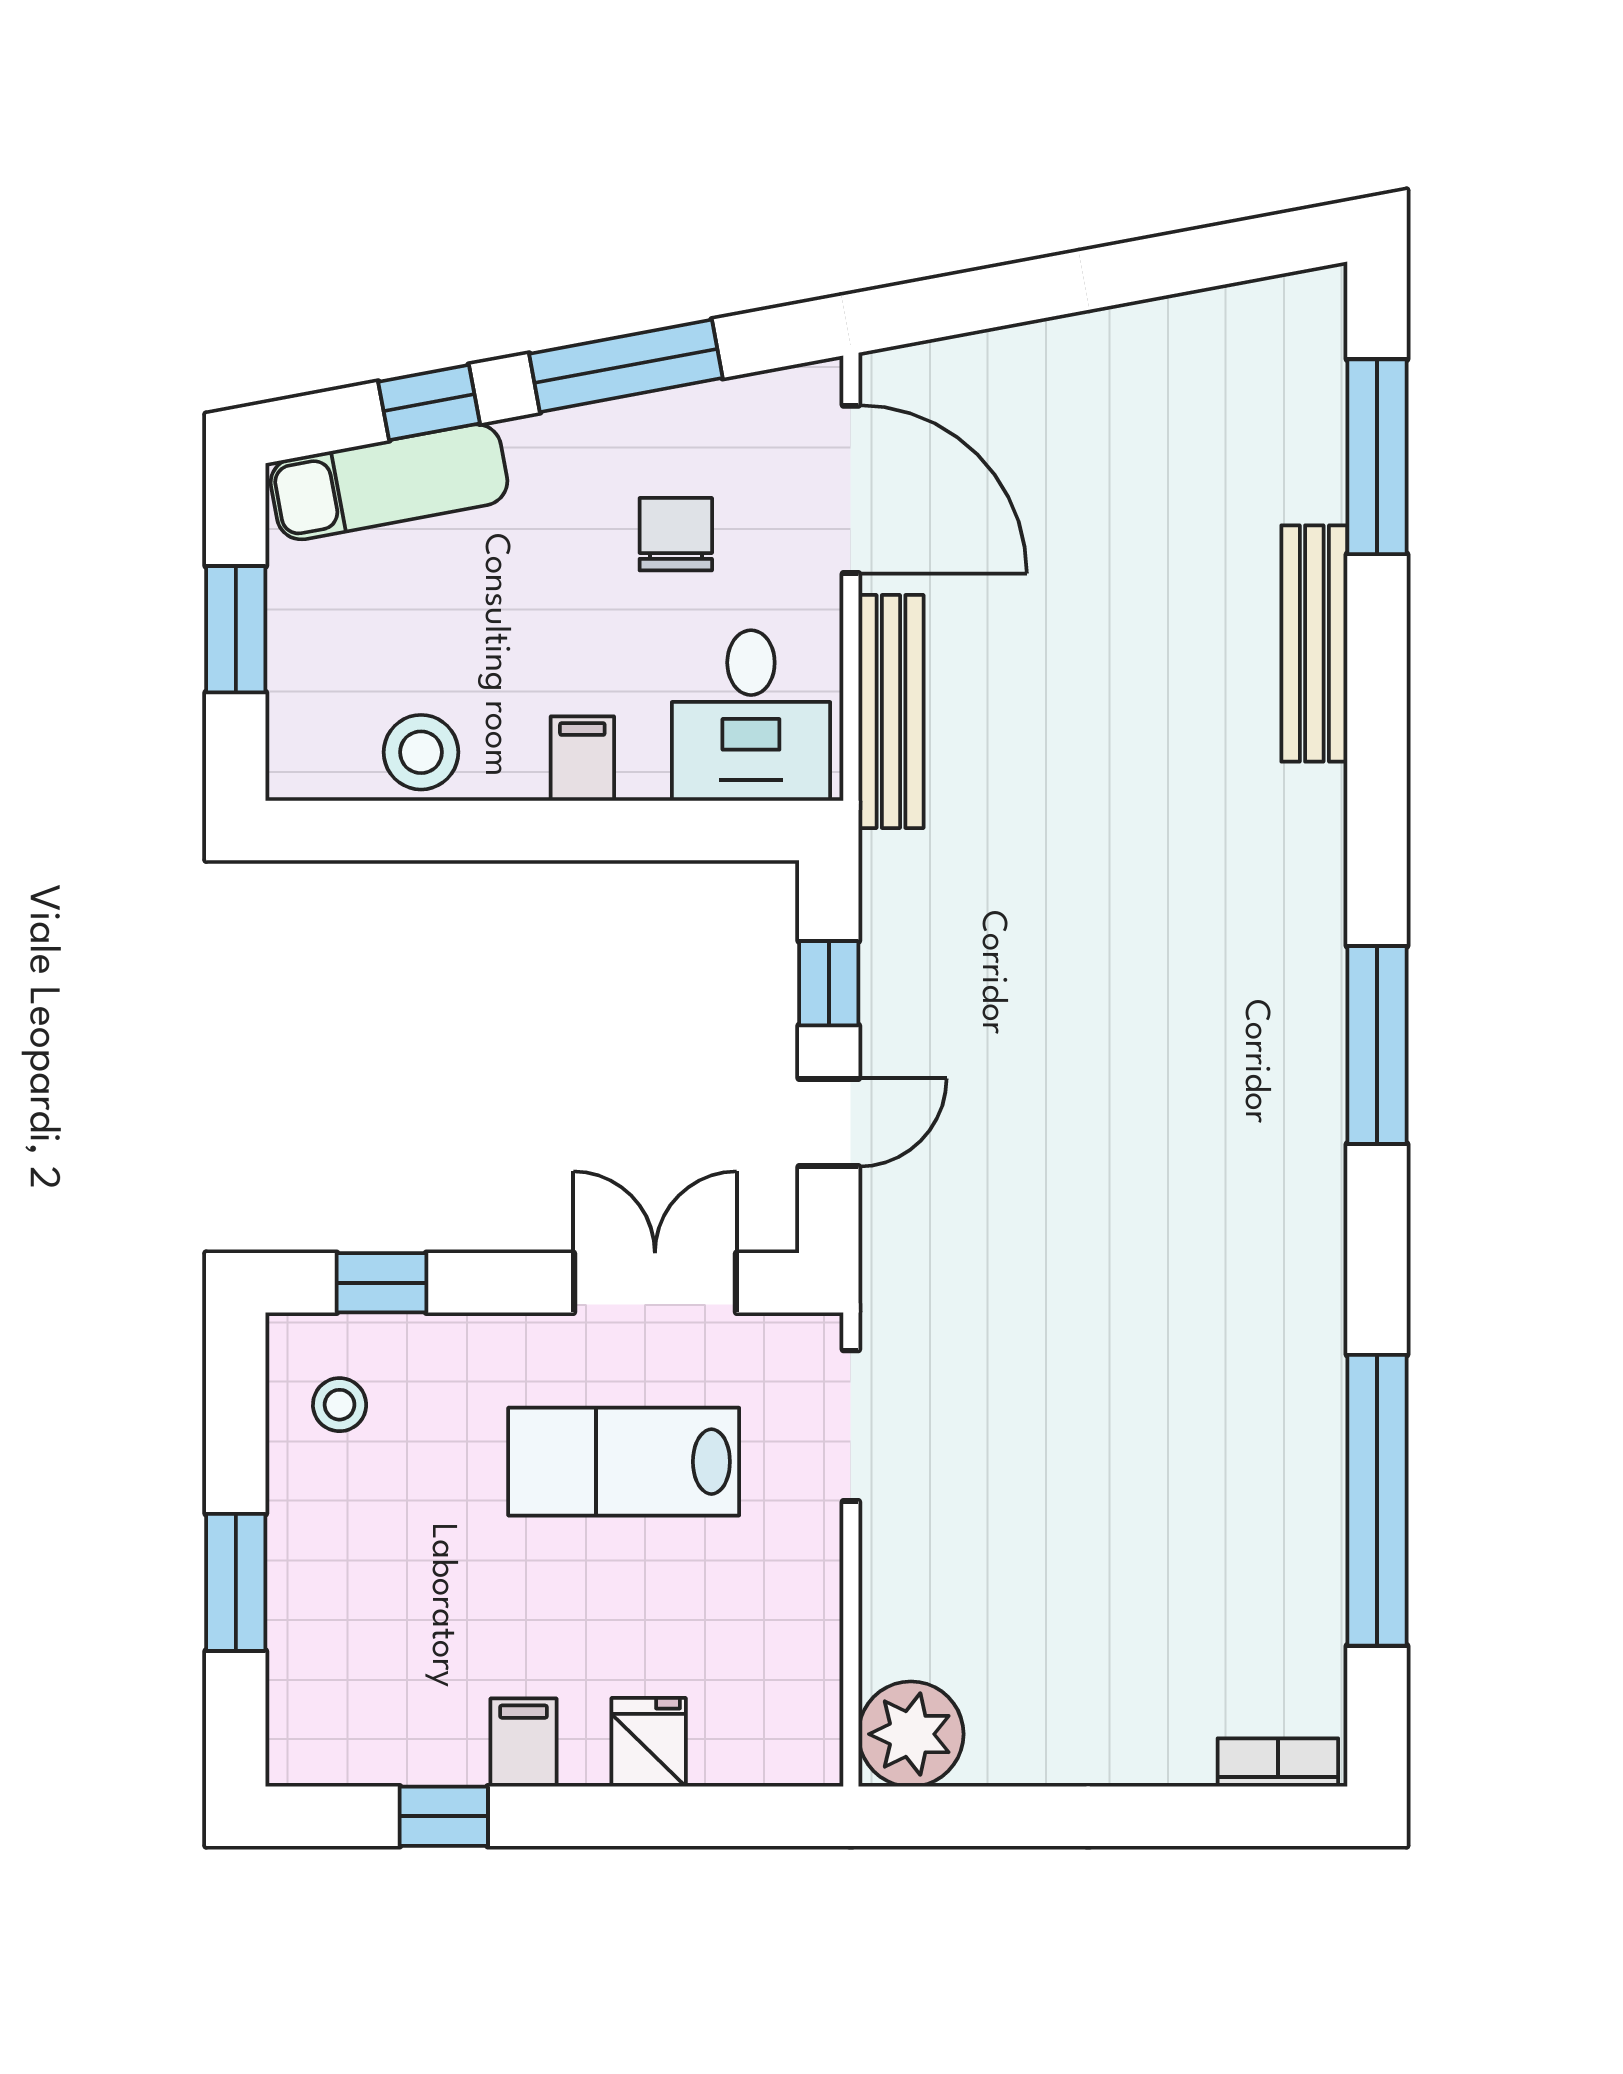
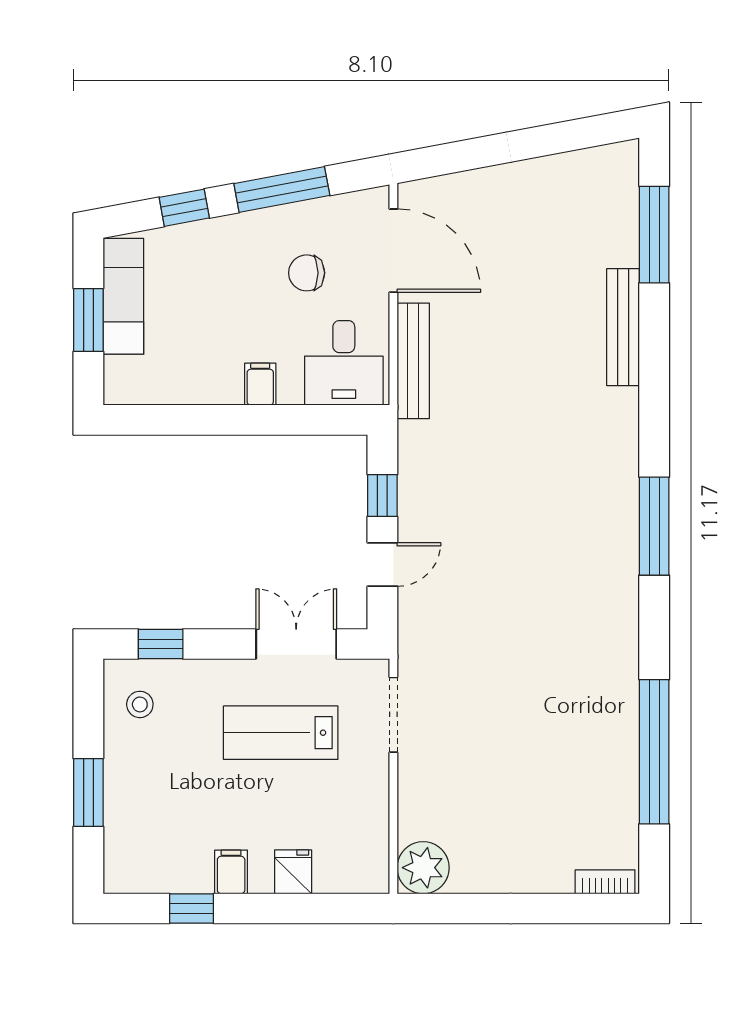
exam couch: (389, 482) -> (123, 296), moved, turned -79
chair: (676, 534) -> (307, 273), turned -90
stool: (421, 752) -> (180, 381), removed

